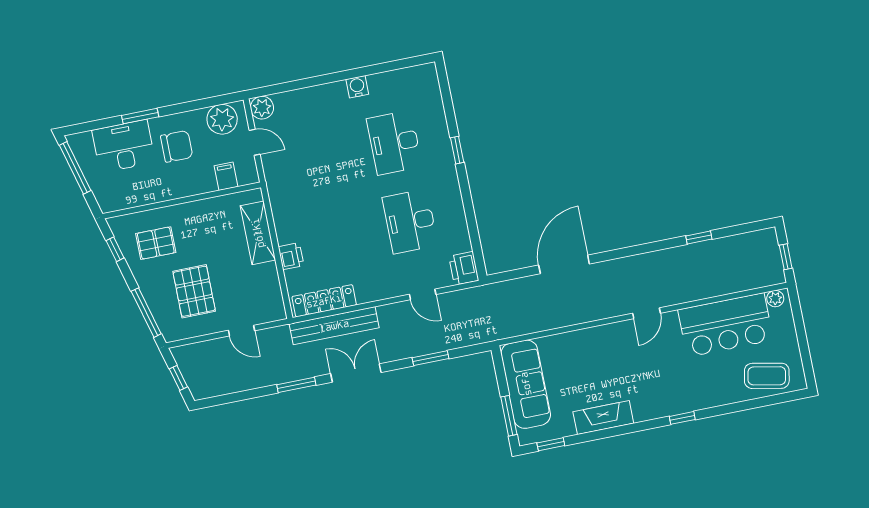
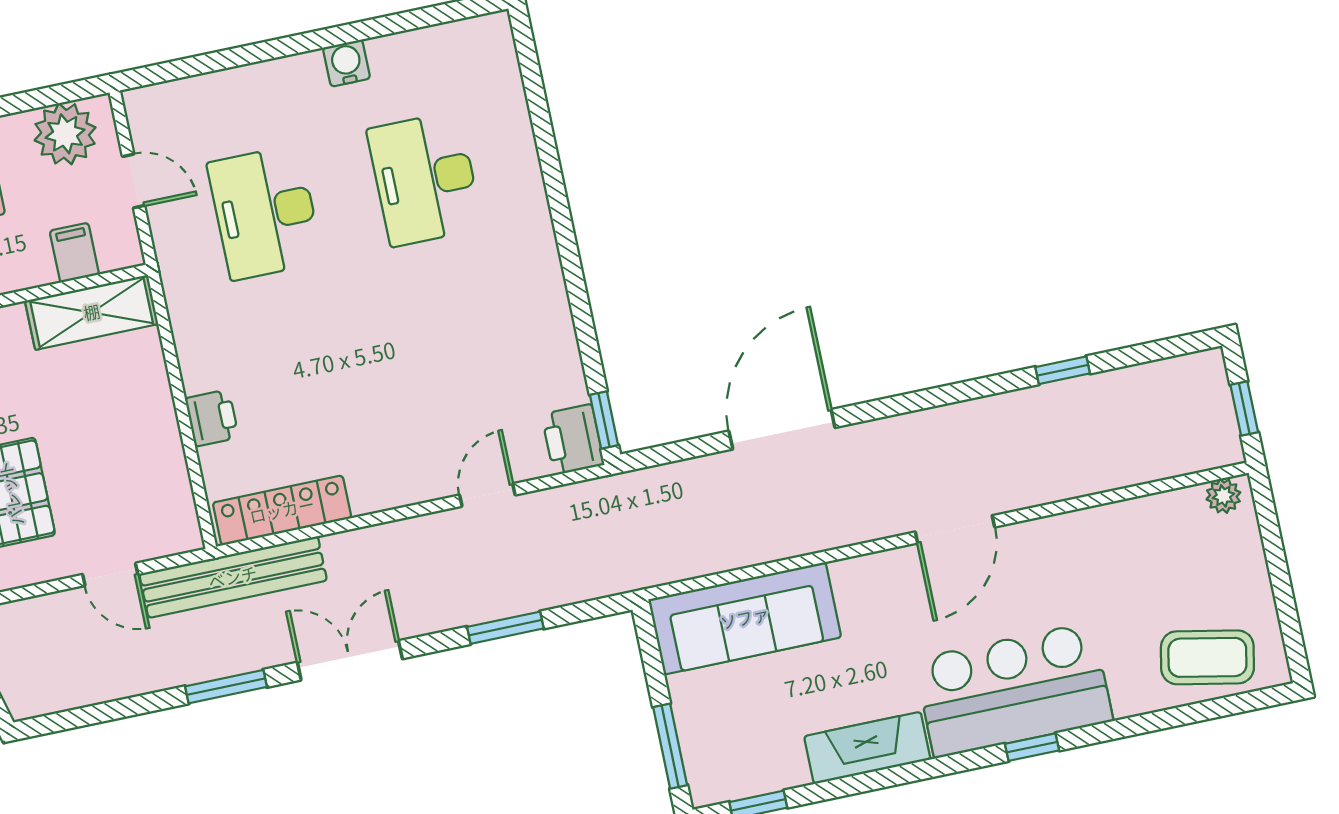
plant: (262, 108) -> (148, 109), removed
window: (457, 150) -> (604, 420), moved
desk: (410, 221) -> (265, 212), moved
shelving: (258, 233) -> (92, 312), moved, turned 90
door: (423, 294) -> (487, 495), swing flipped
door: (646, 313) -> (955, 529), width x1.38
bar counter: (725, 325) -> (1013, 690), moved, turned 180
bench: (334, 326) -> (233, 577), moved
sofa: (526, 384) -> (745, 618), moved, turned 90

